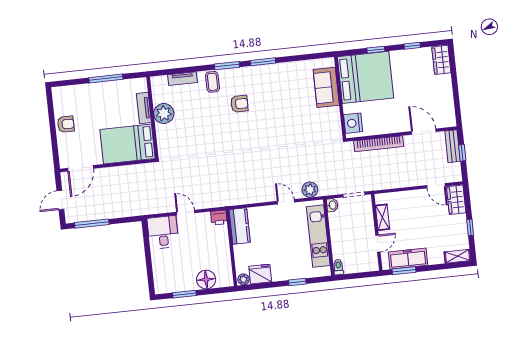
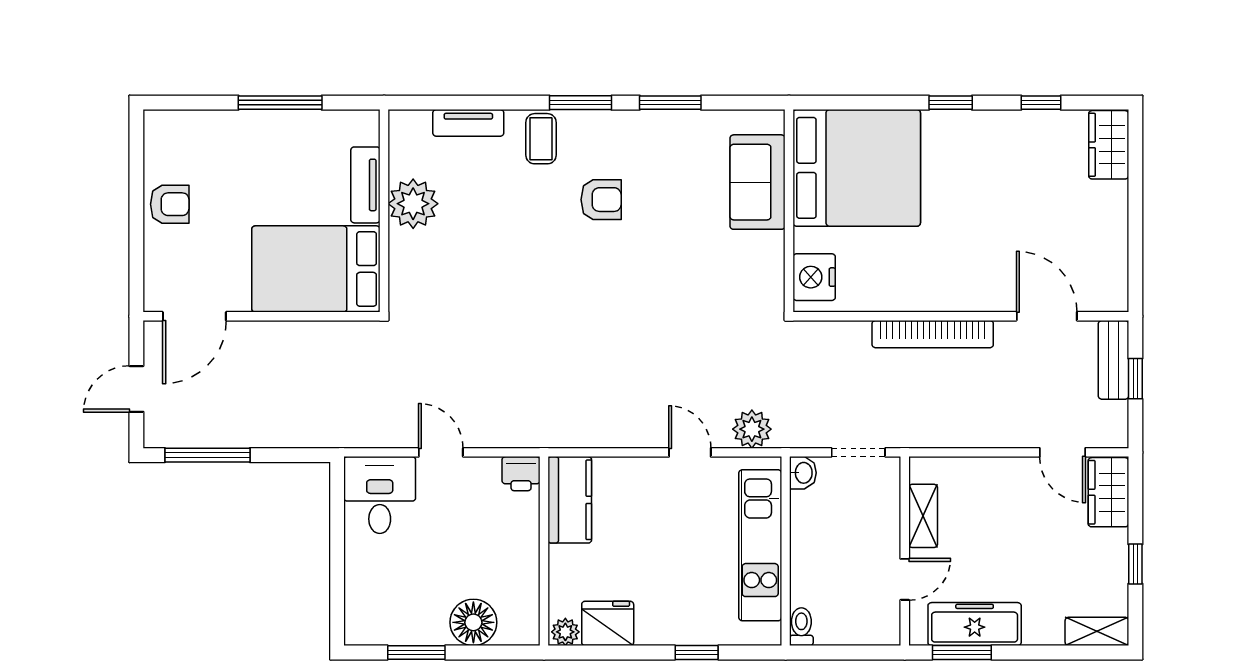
bed: (366, 77) -> (857, 168), moved
sofa: (326, 87) -> (758, 182), moved
wall: (340, 98) -> (789, 211), moved
nightstand: (353, 123) -> (814, 277), moved

